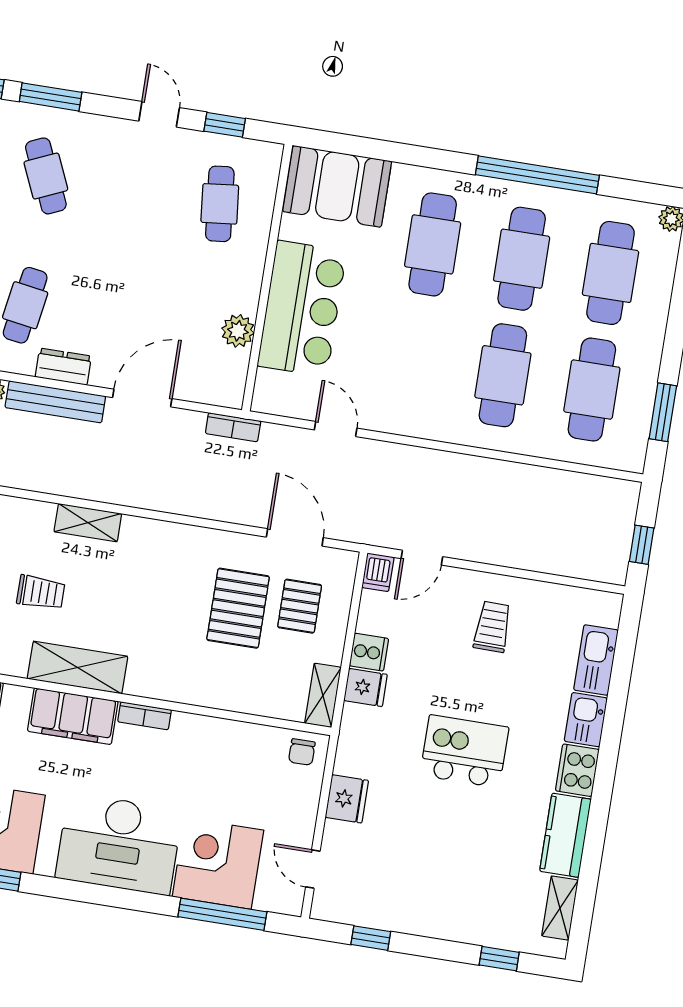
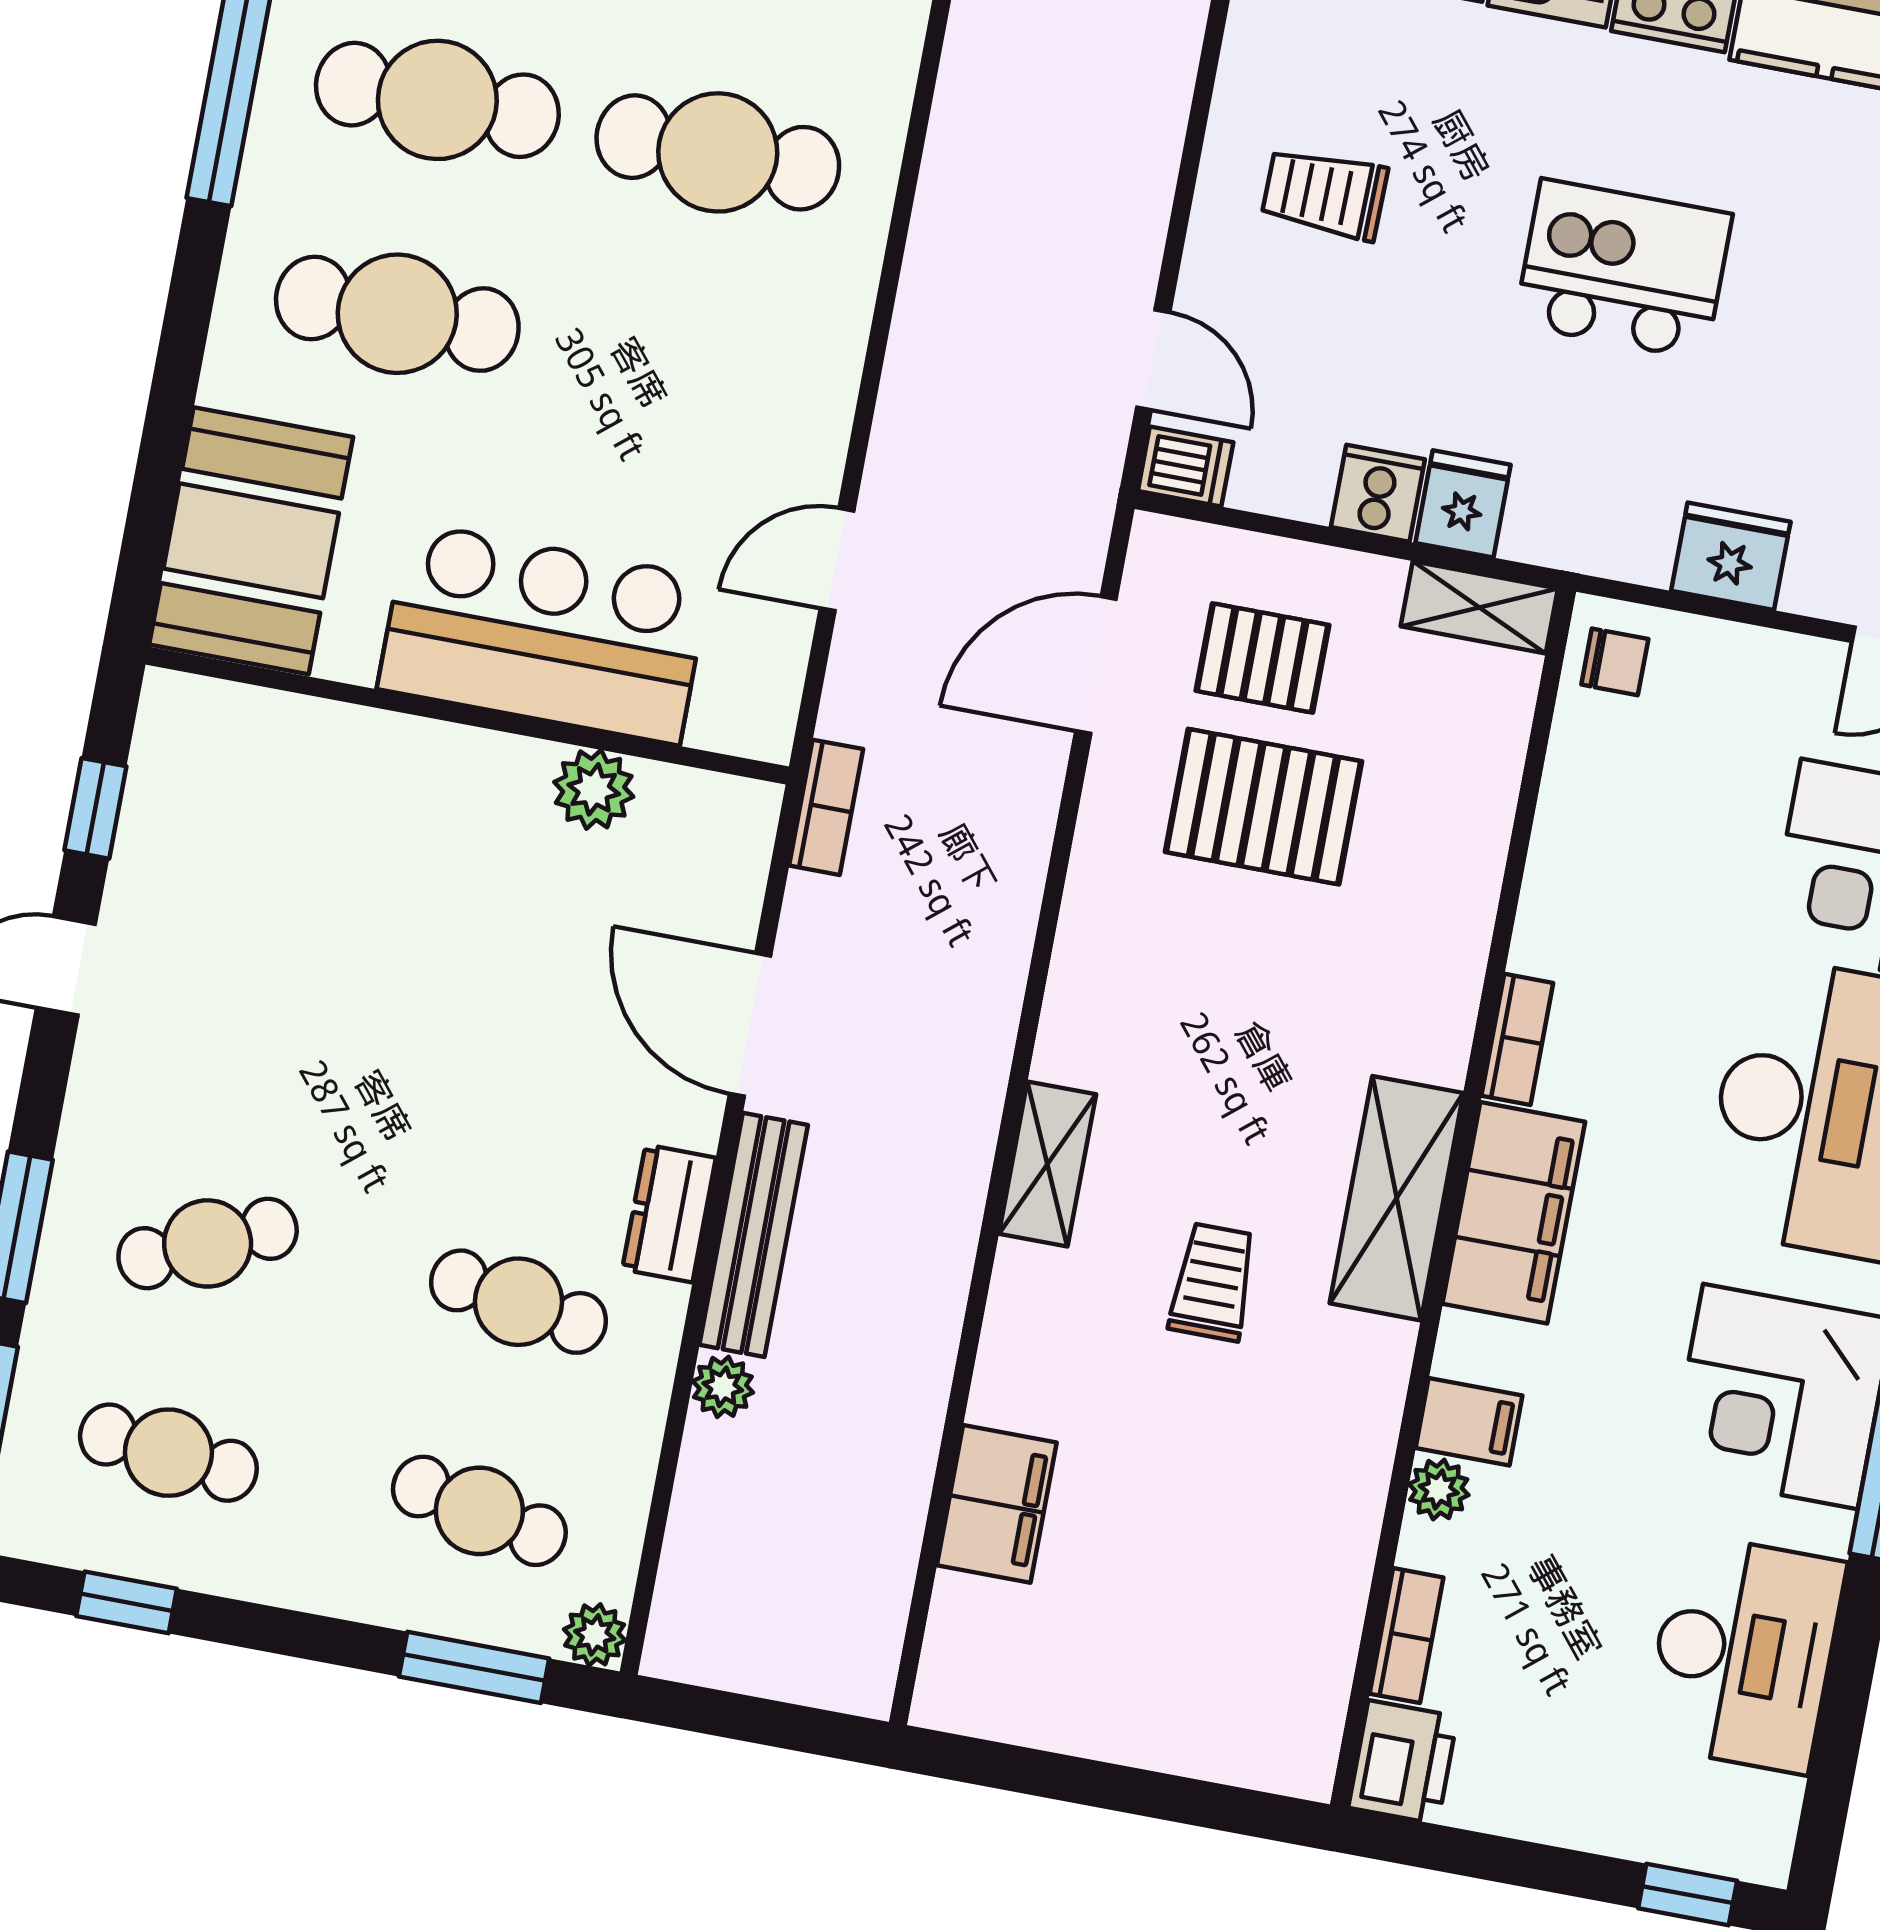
cafe table: (220, 204) -> (286, 825), removed
kitchen island: (464, 751) -> (1623, 269), turned 90

